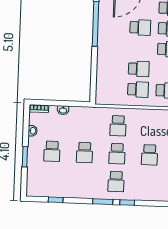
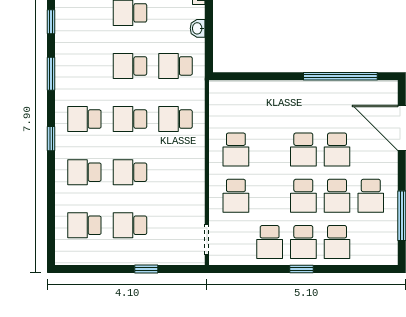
school desk: (139, 69) -> (303, 150), moved
school desk: (86, 125) -> (176, 66), added
school desk: (149, 183) -> (84, 172), added
window: (103, 202) -> (51, 74), moved

